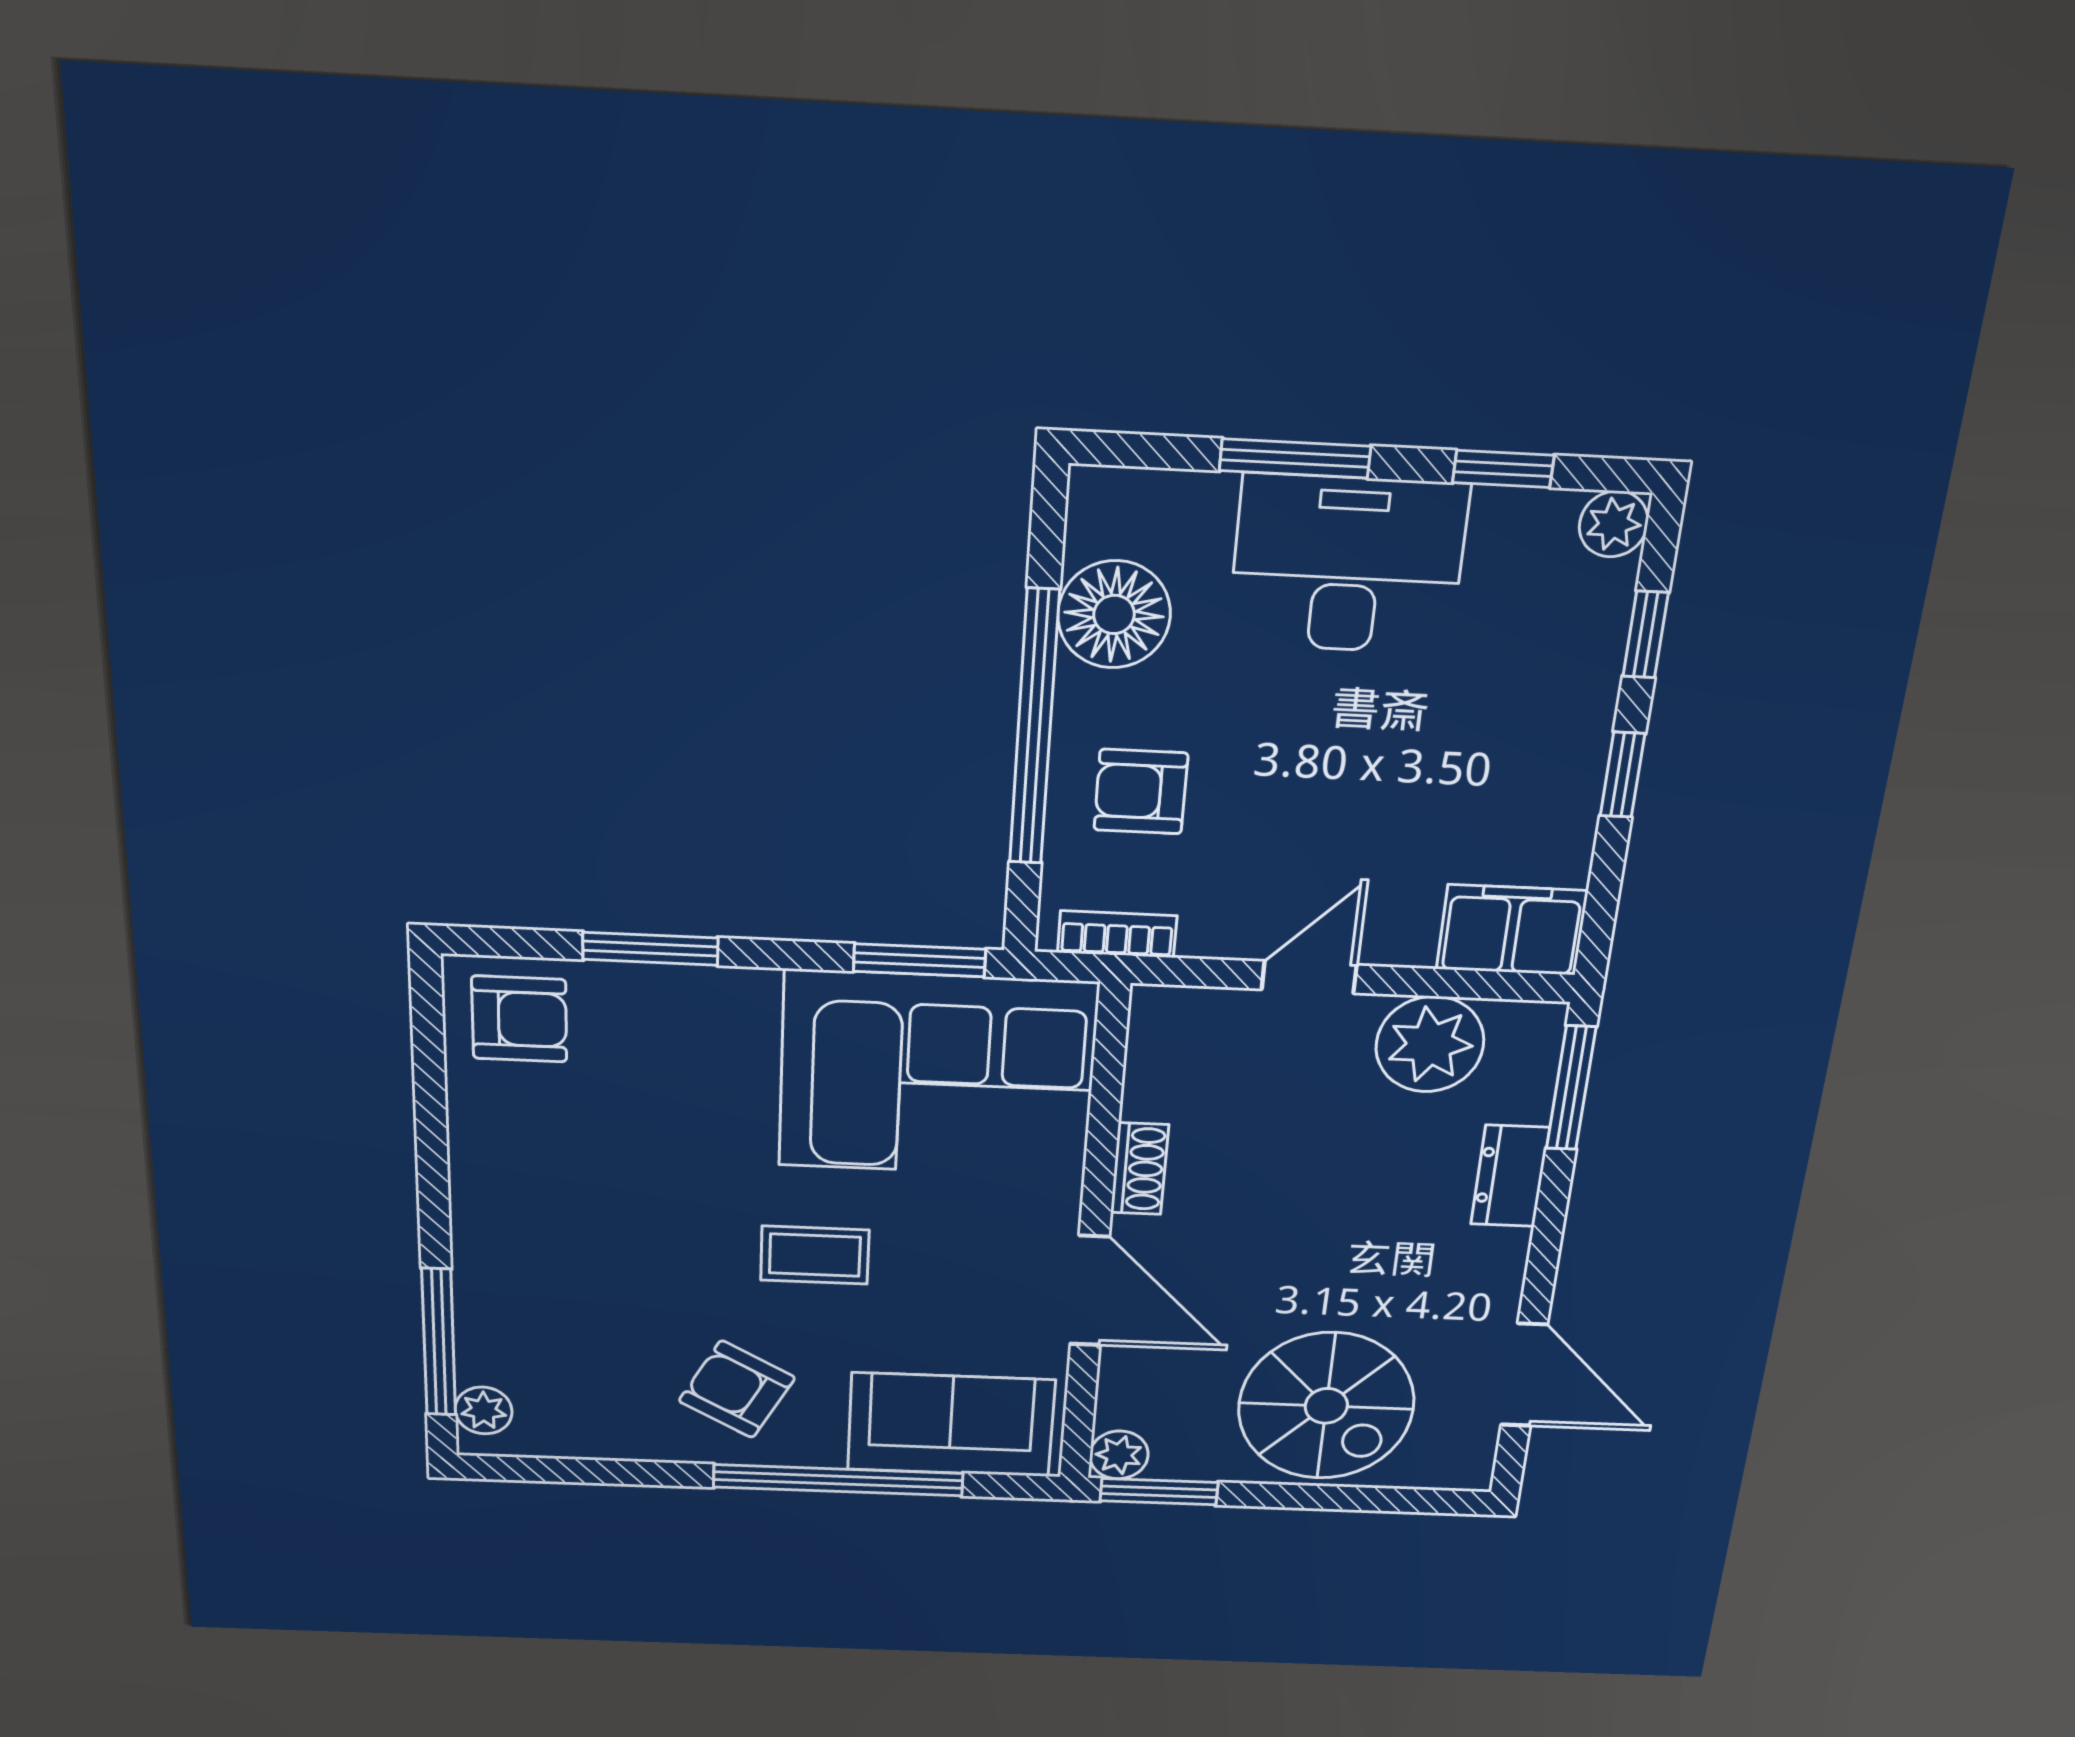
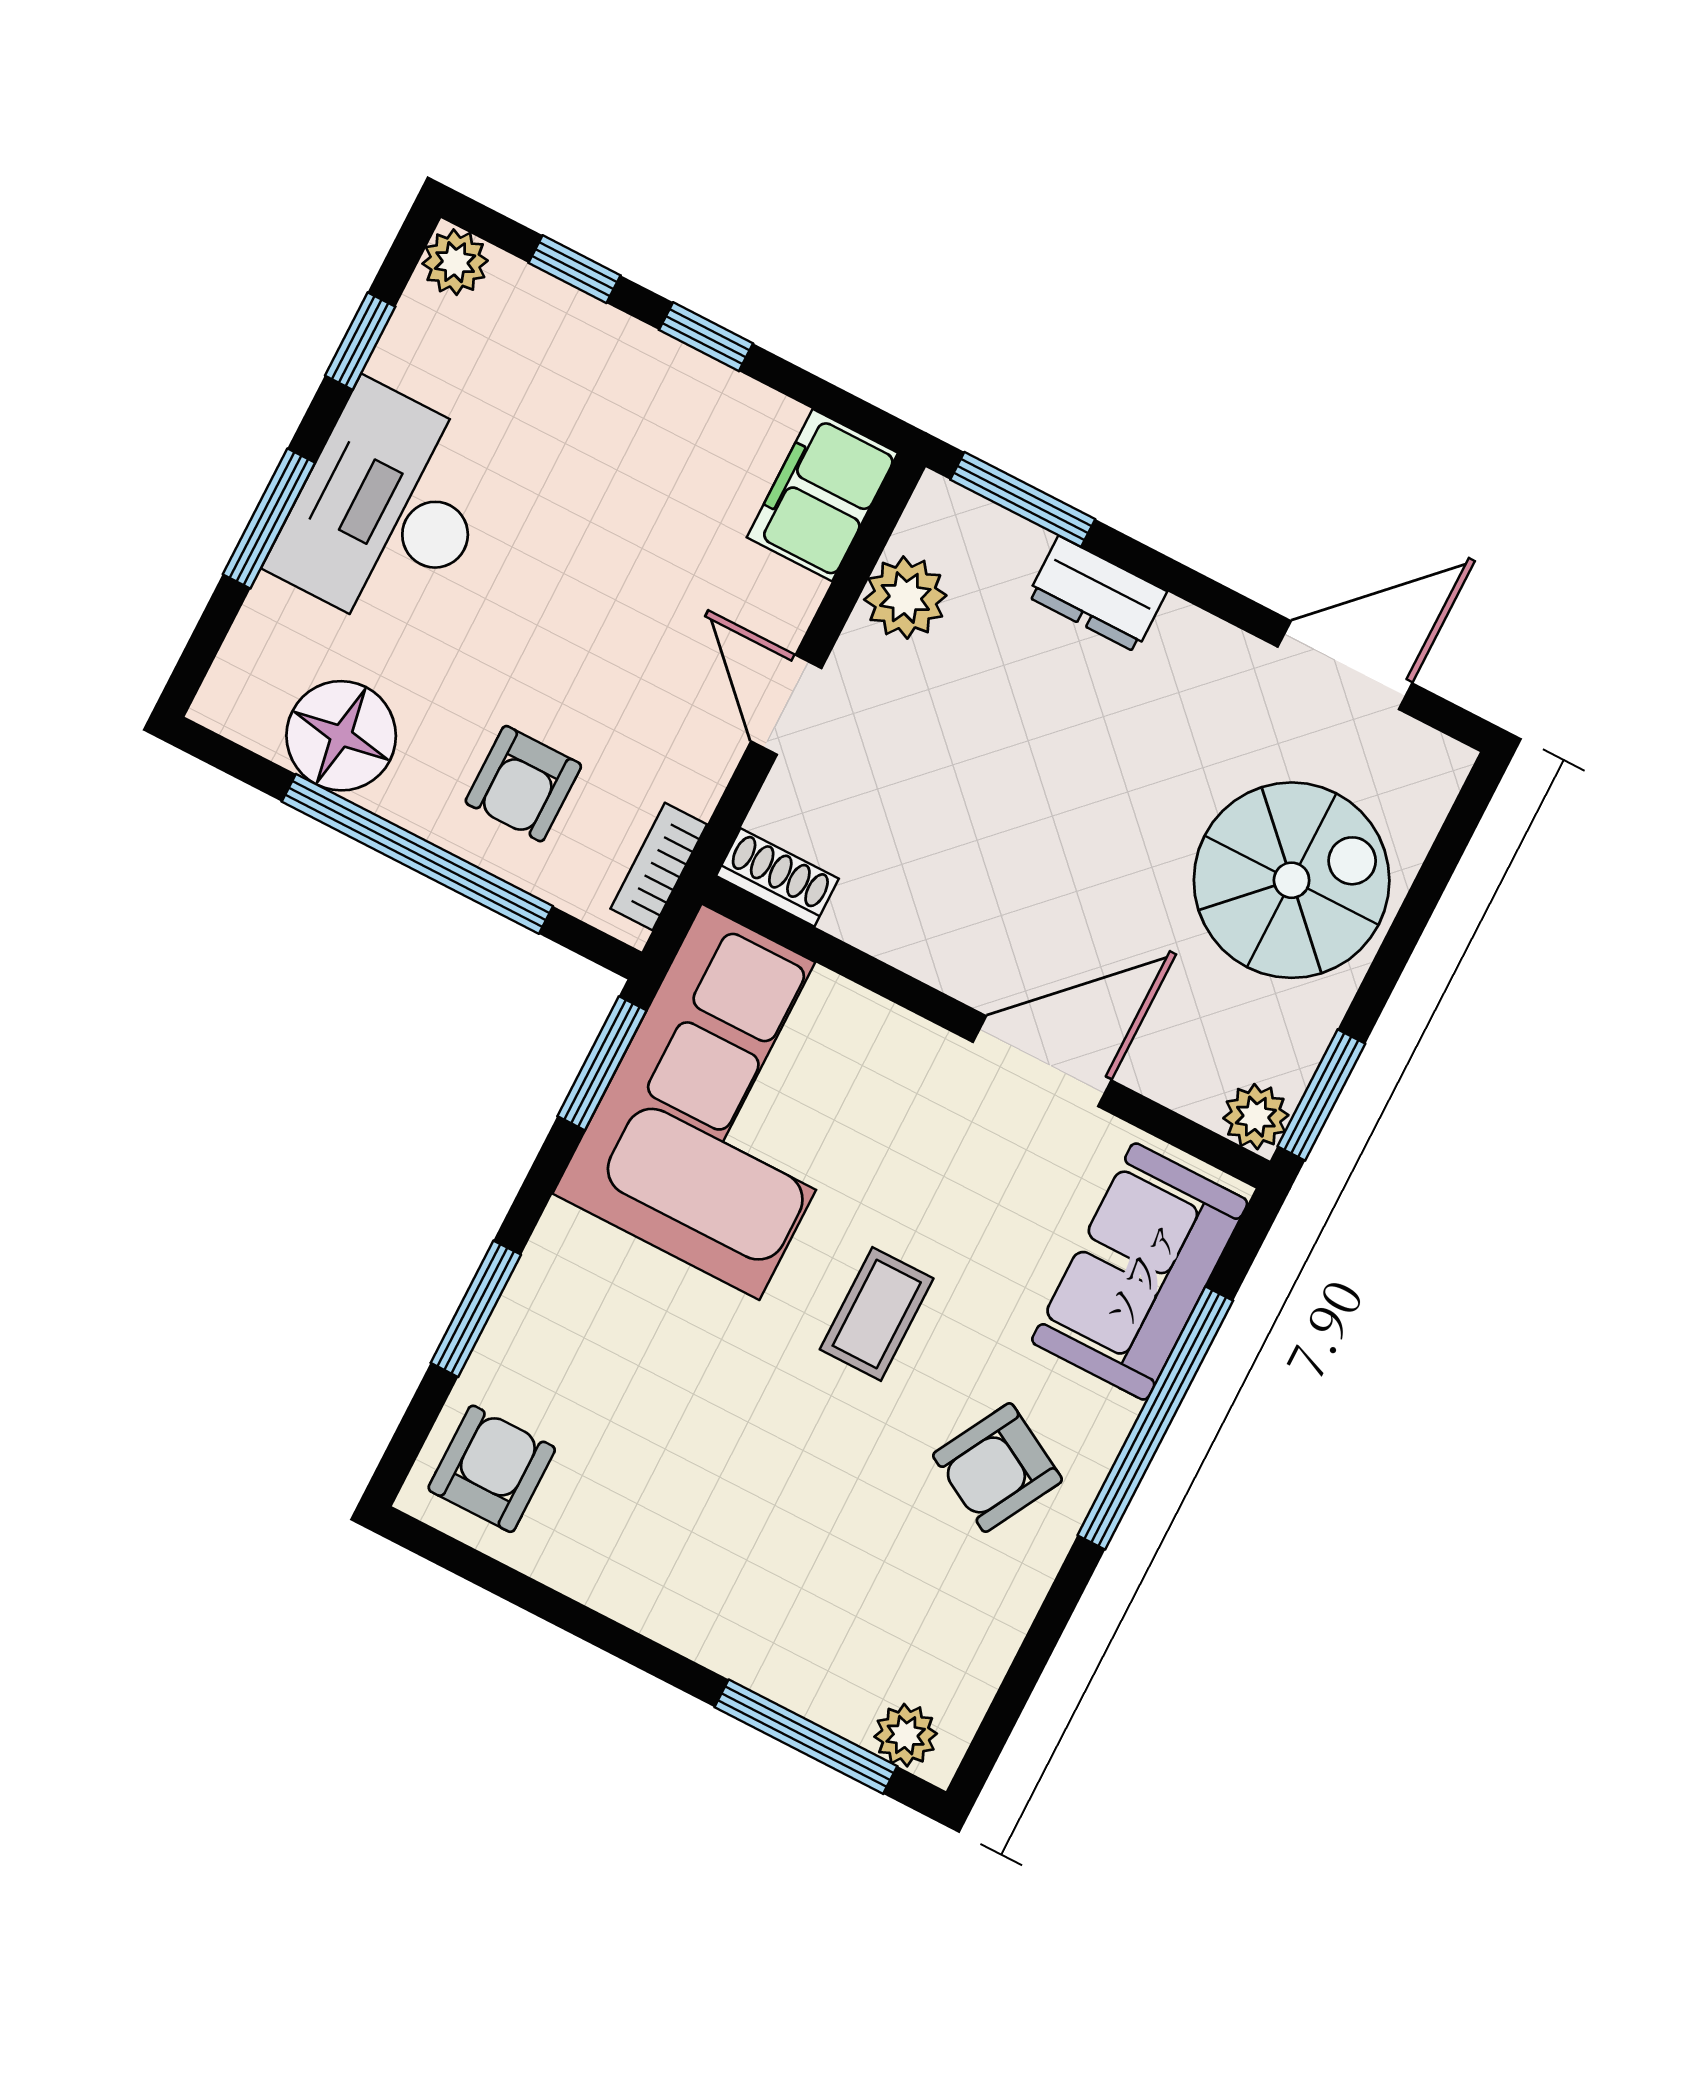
plant: (1430, 1044) -> (905, 598), width x0.73, depth x0.73
shoe rack: (1140, 1169) -> (777, 877), moved

